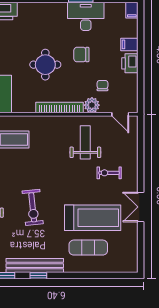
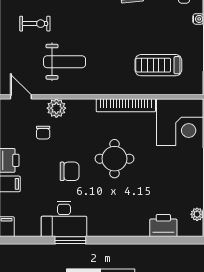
bookcase: (59, 107) -> (126, 105), moved
weight bench: (85, 142) -> (65, 62), turned -90

